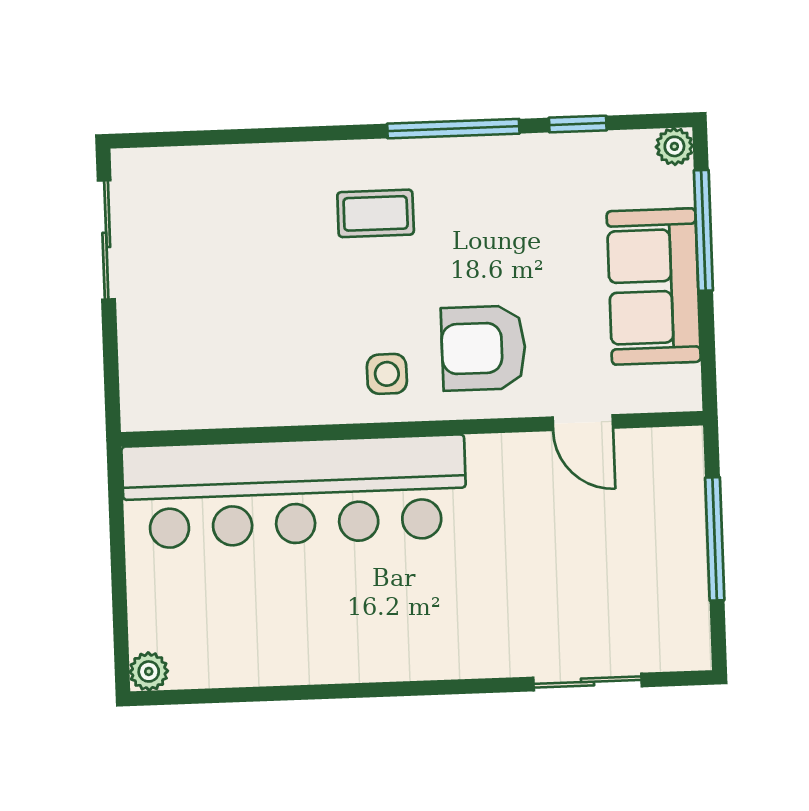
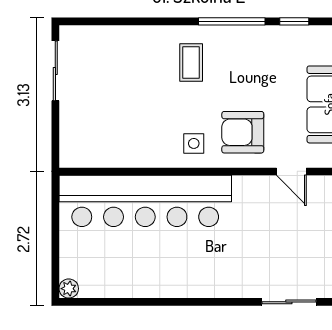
coffee table: (376, 213) -> (191, 63), turned 90

